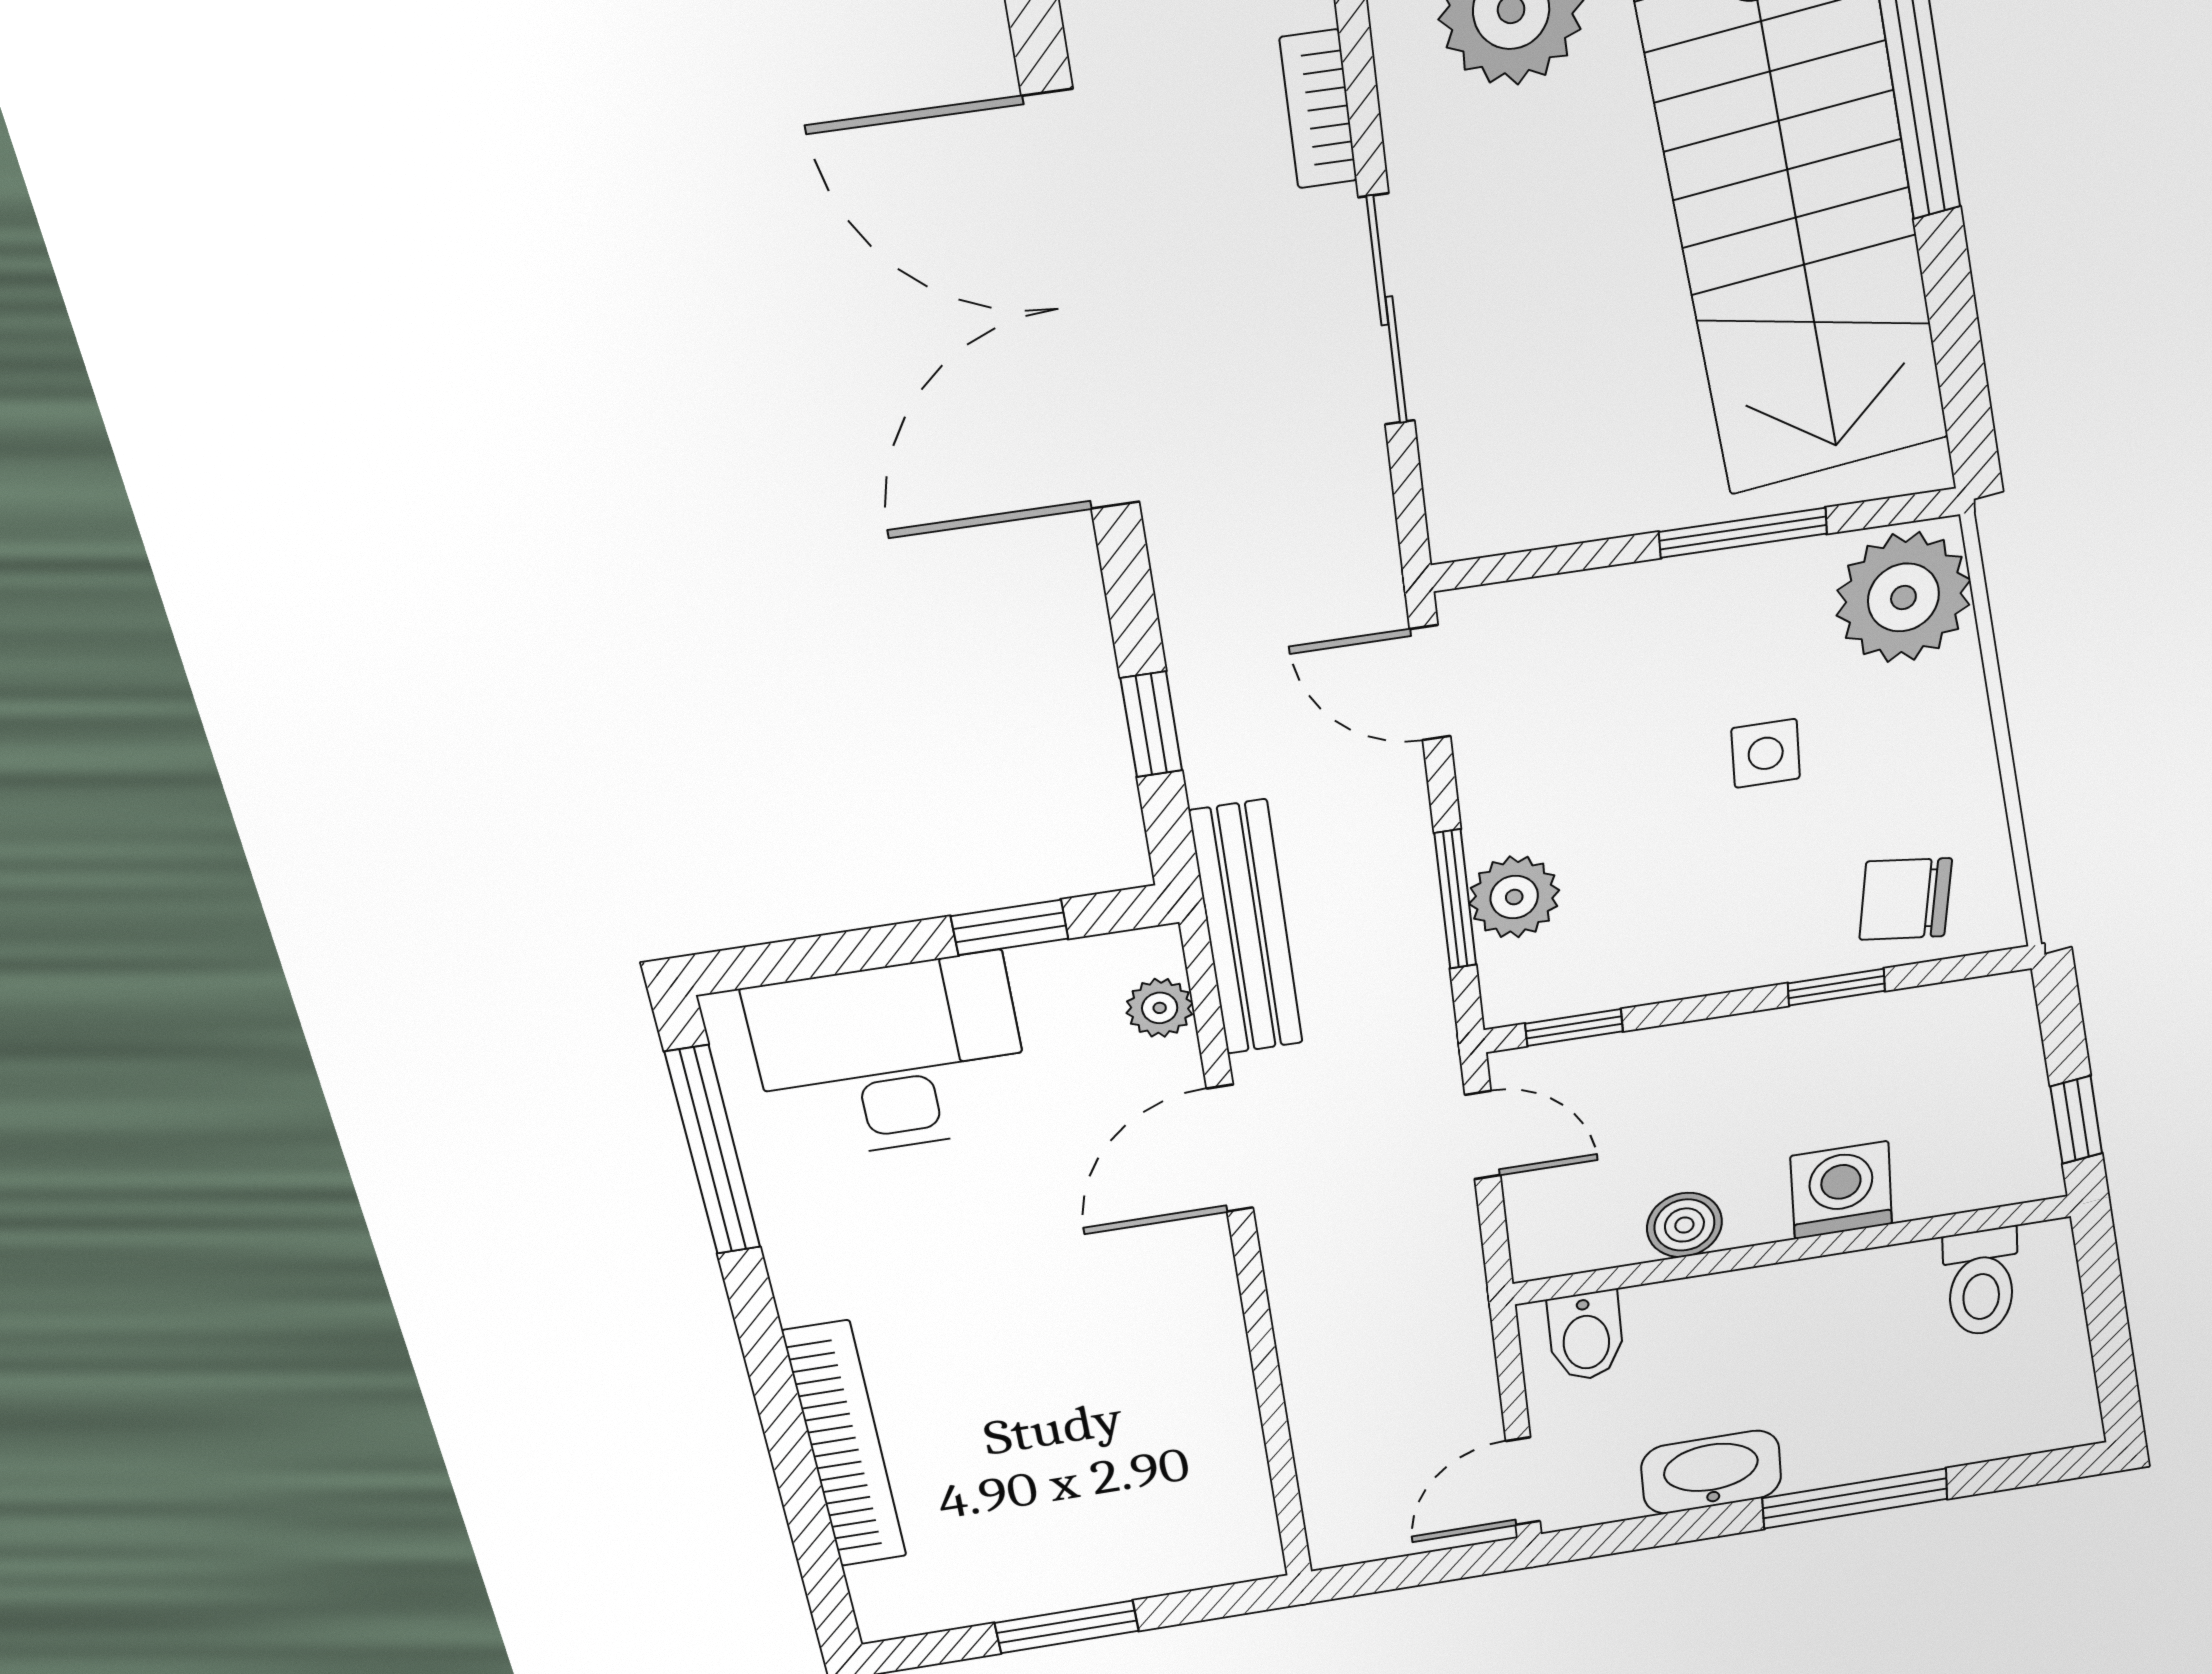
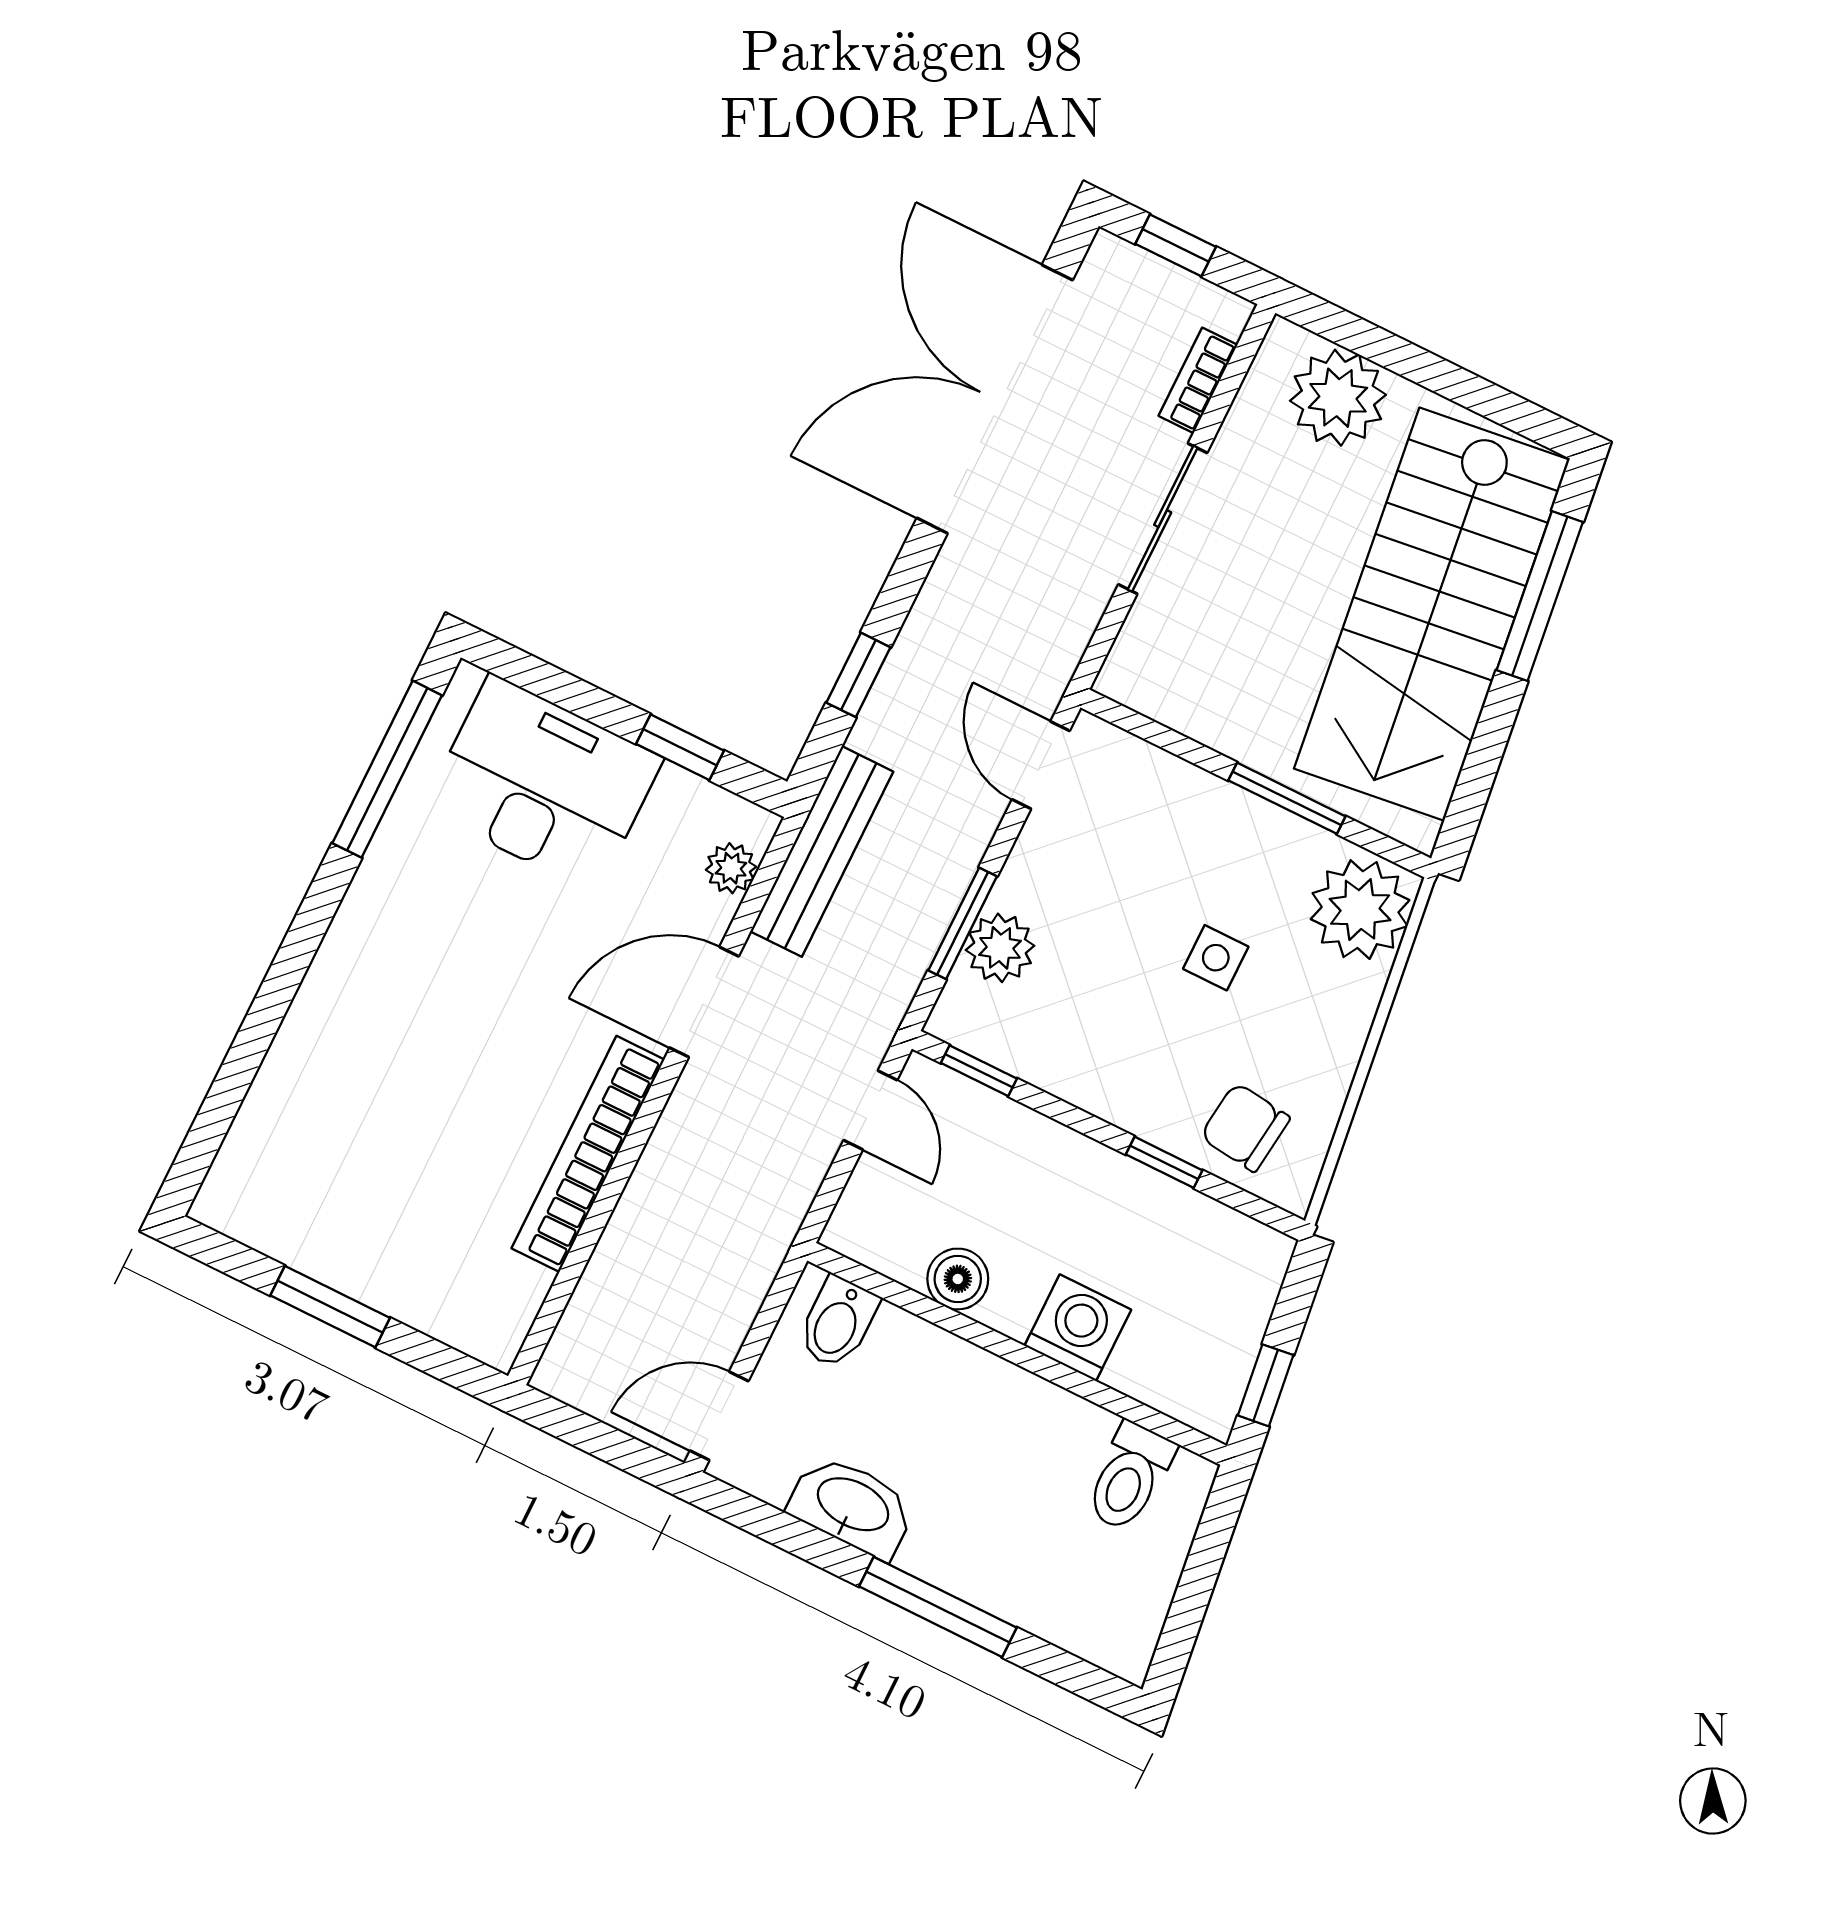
bookcase: (845, 1445) -> (588, 1154), moved, turned 180

